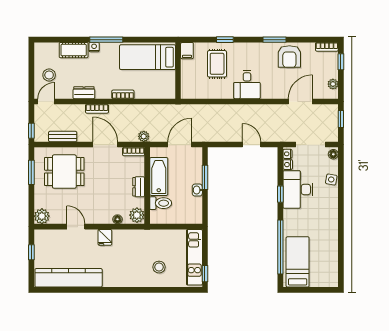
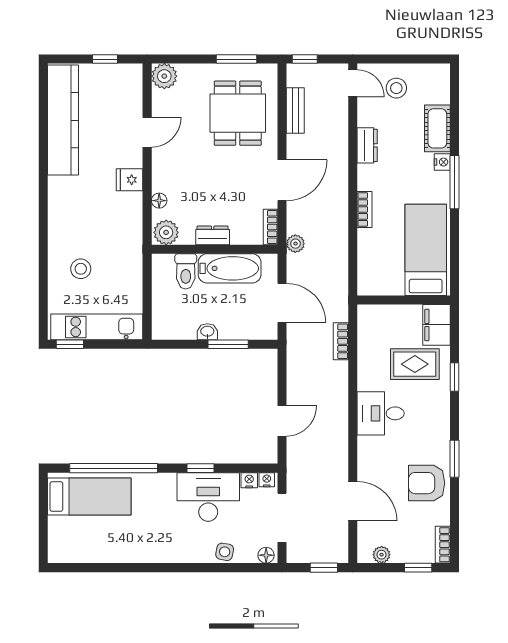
filing cabinet: (187, 51) -> (436, 325), width x2.00
bookcase: (97, 109) -> (341, 341), moved

